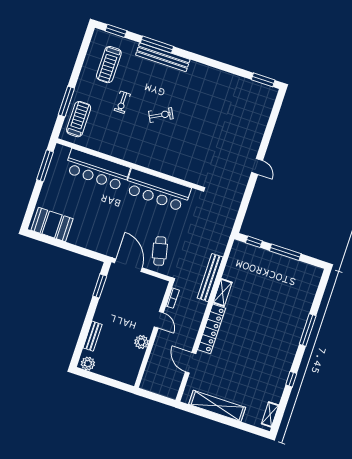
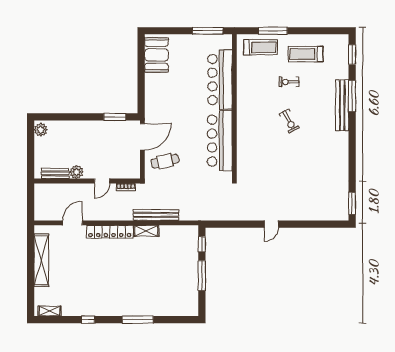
treadmill: (109, 65) -> (306, 54), moved
bench: (93, 336) -> (55, 173), moved

